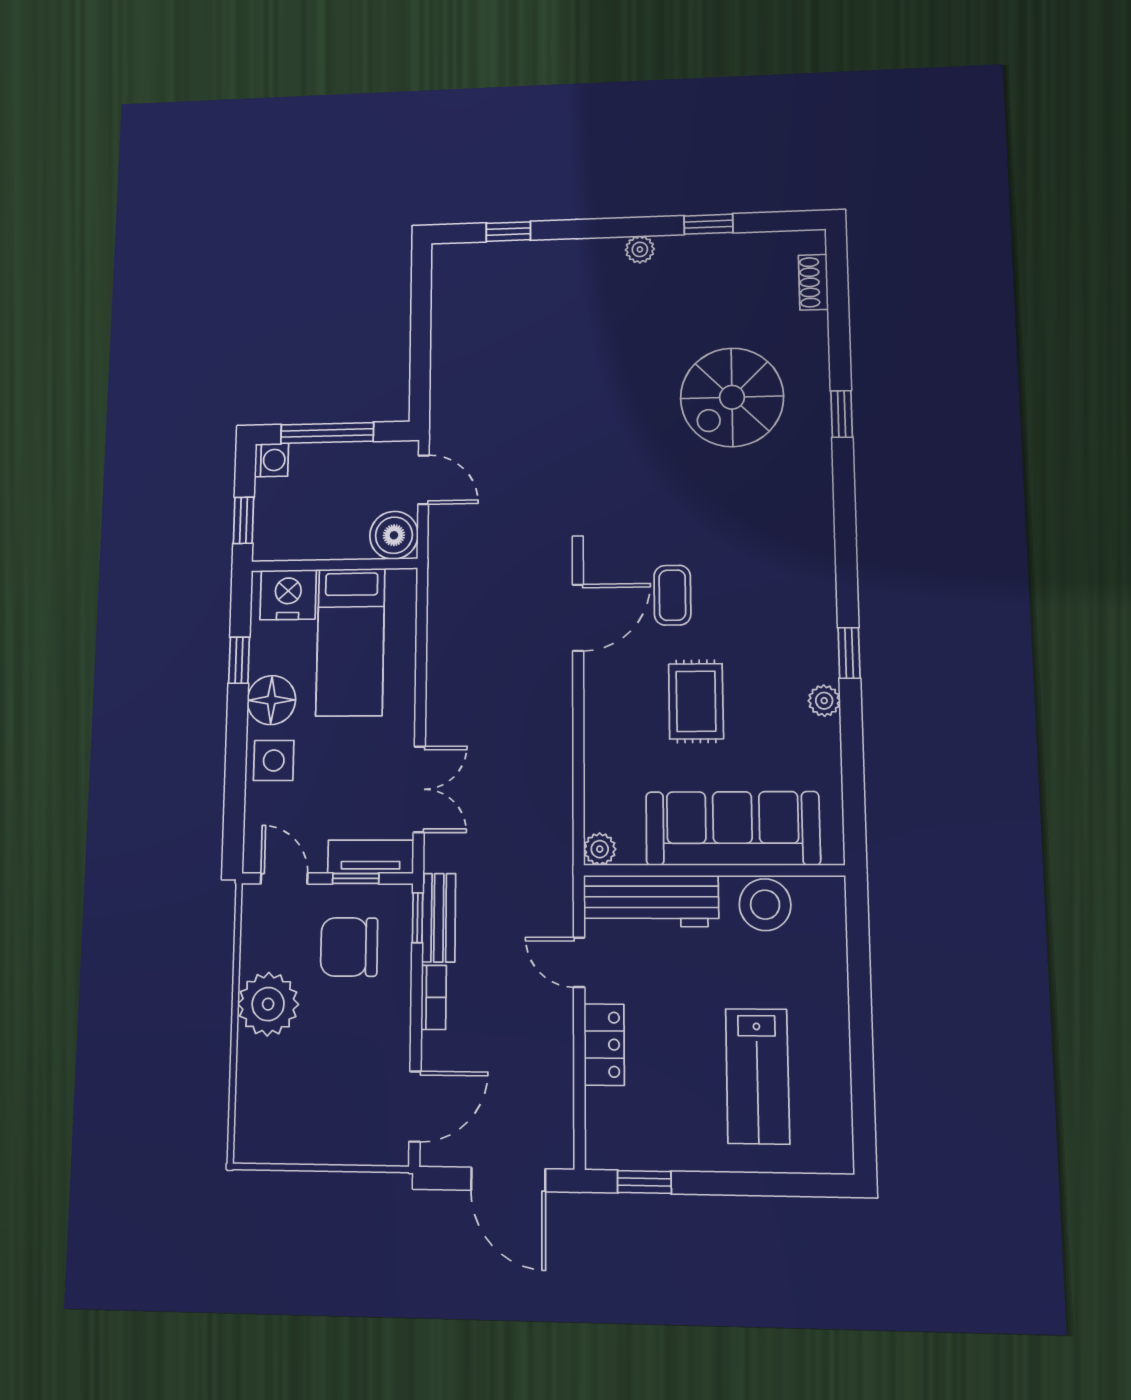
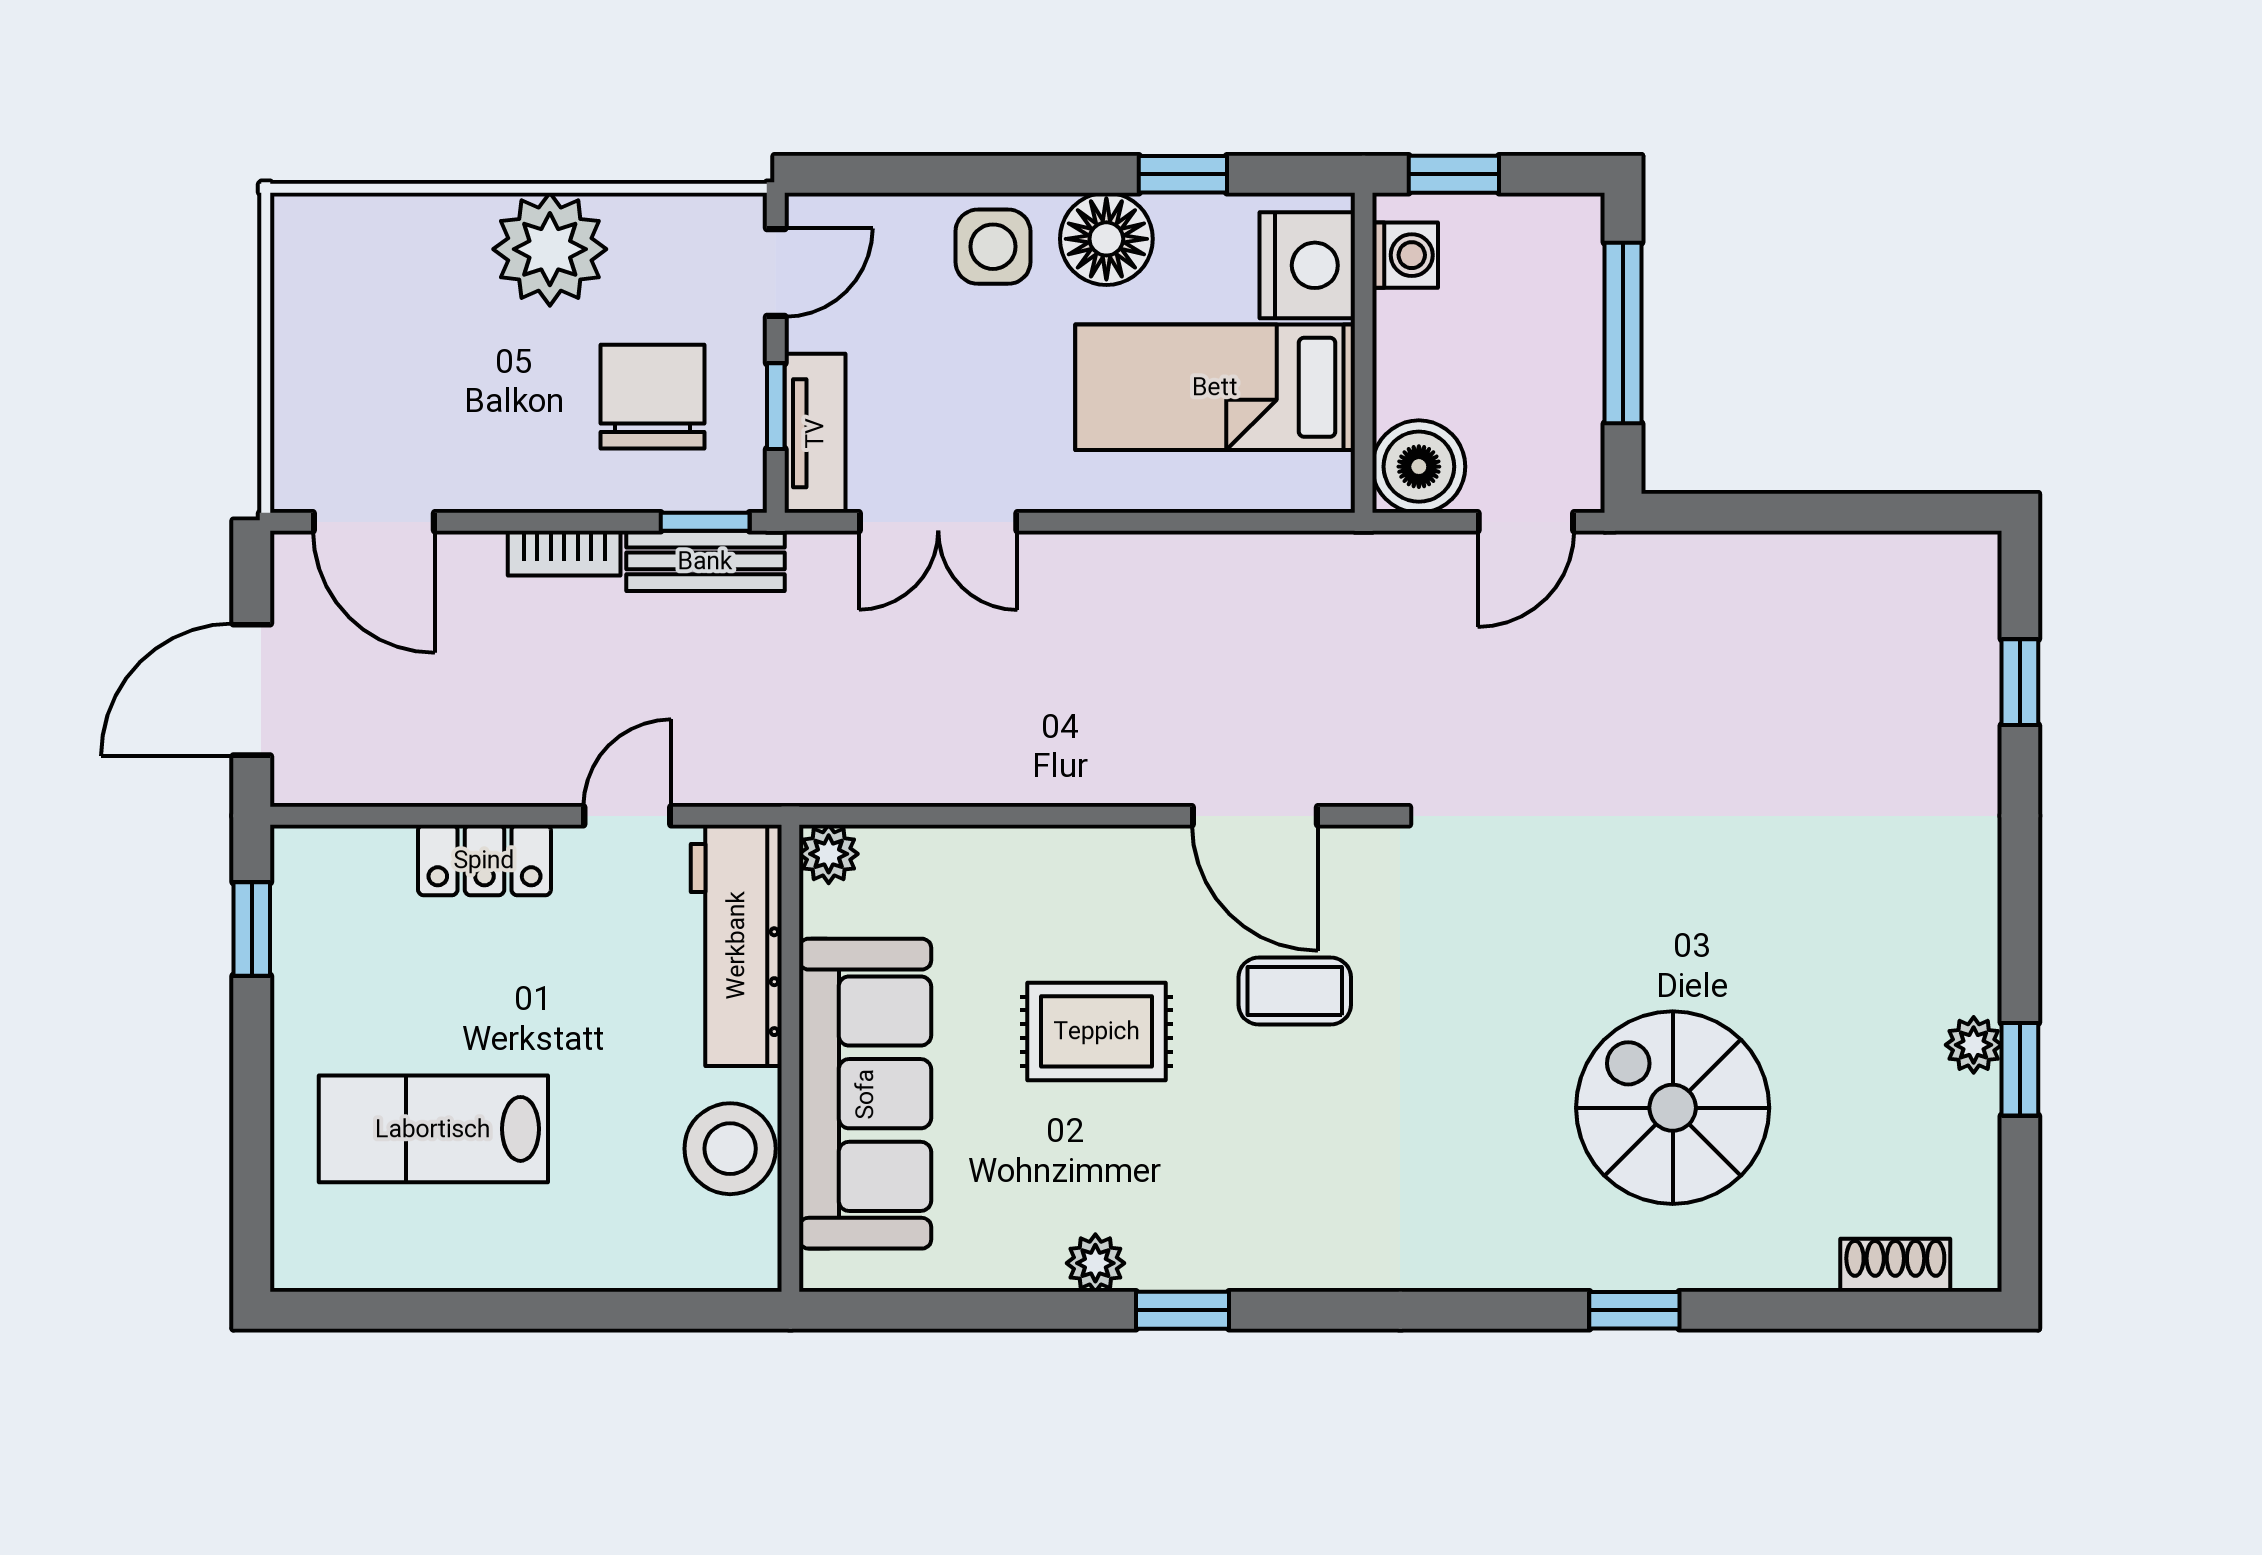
plant: (640, 249) -> (1974, 1045), moved
washing machine: (272, 460) -> (1405, 255), moved, turned -90

